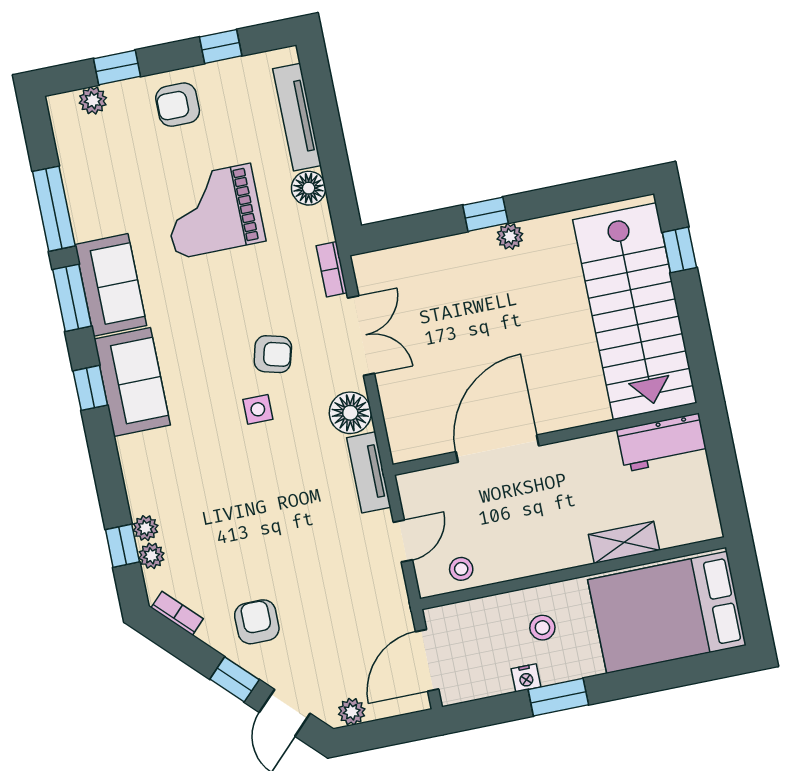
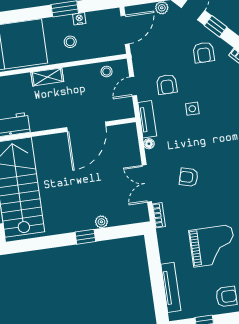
floor lamp: (309, 188) -> (167, 254), removed
plant: (510, 236) -> (101, 222), moved
side table: (258, 409) -> (192, 109), moved
floor lamp: (350, 413) -> (149, 144), width x0.53, depth x0.53
shelving: (624, 542) -> (47, 77), moved
armchair: (331, 549) -> (167, 84), added

